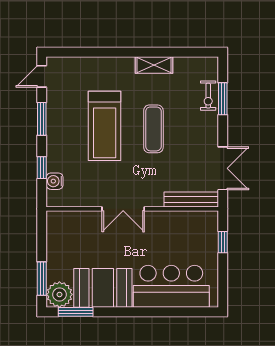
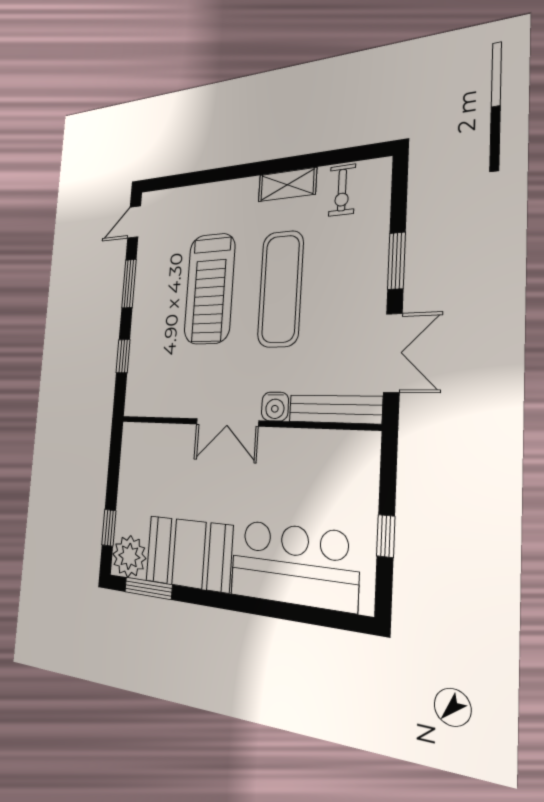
exercise bike: (208, 96) -> (342, 190), moved
window: (223, 99) -> (396, 261), moved
exercise mat: (153, 129) -> (280, 289), width x1.36, depth x1.45
water cooler: (55, 181) -> (275, 407), moved, turned -90
window: (223, 242) -> (386, 536), moved
window: (42, 279) -> (109, 528), width x0.67

